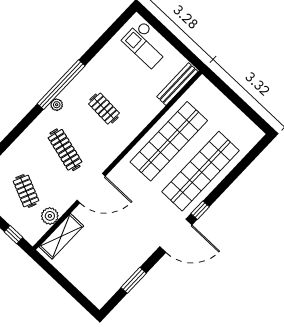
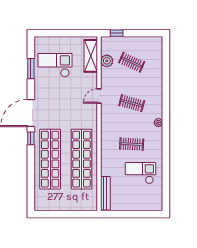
checkout: (146, 44) -> (141, 173), moved
window: (61, 85) -> (166, 135), removed
clothes rail: (65, 150) -> (132, 103), width x0.73
door: (91, 188) -> (99, 96), width x0.53
checkout: (106, 261) -> (55, 65), added

